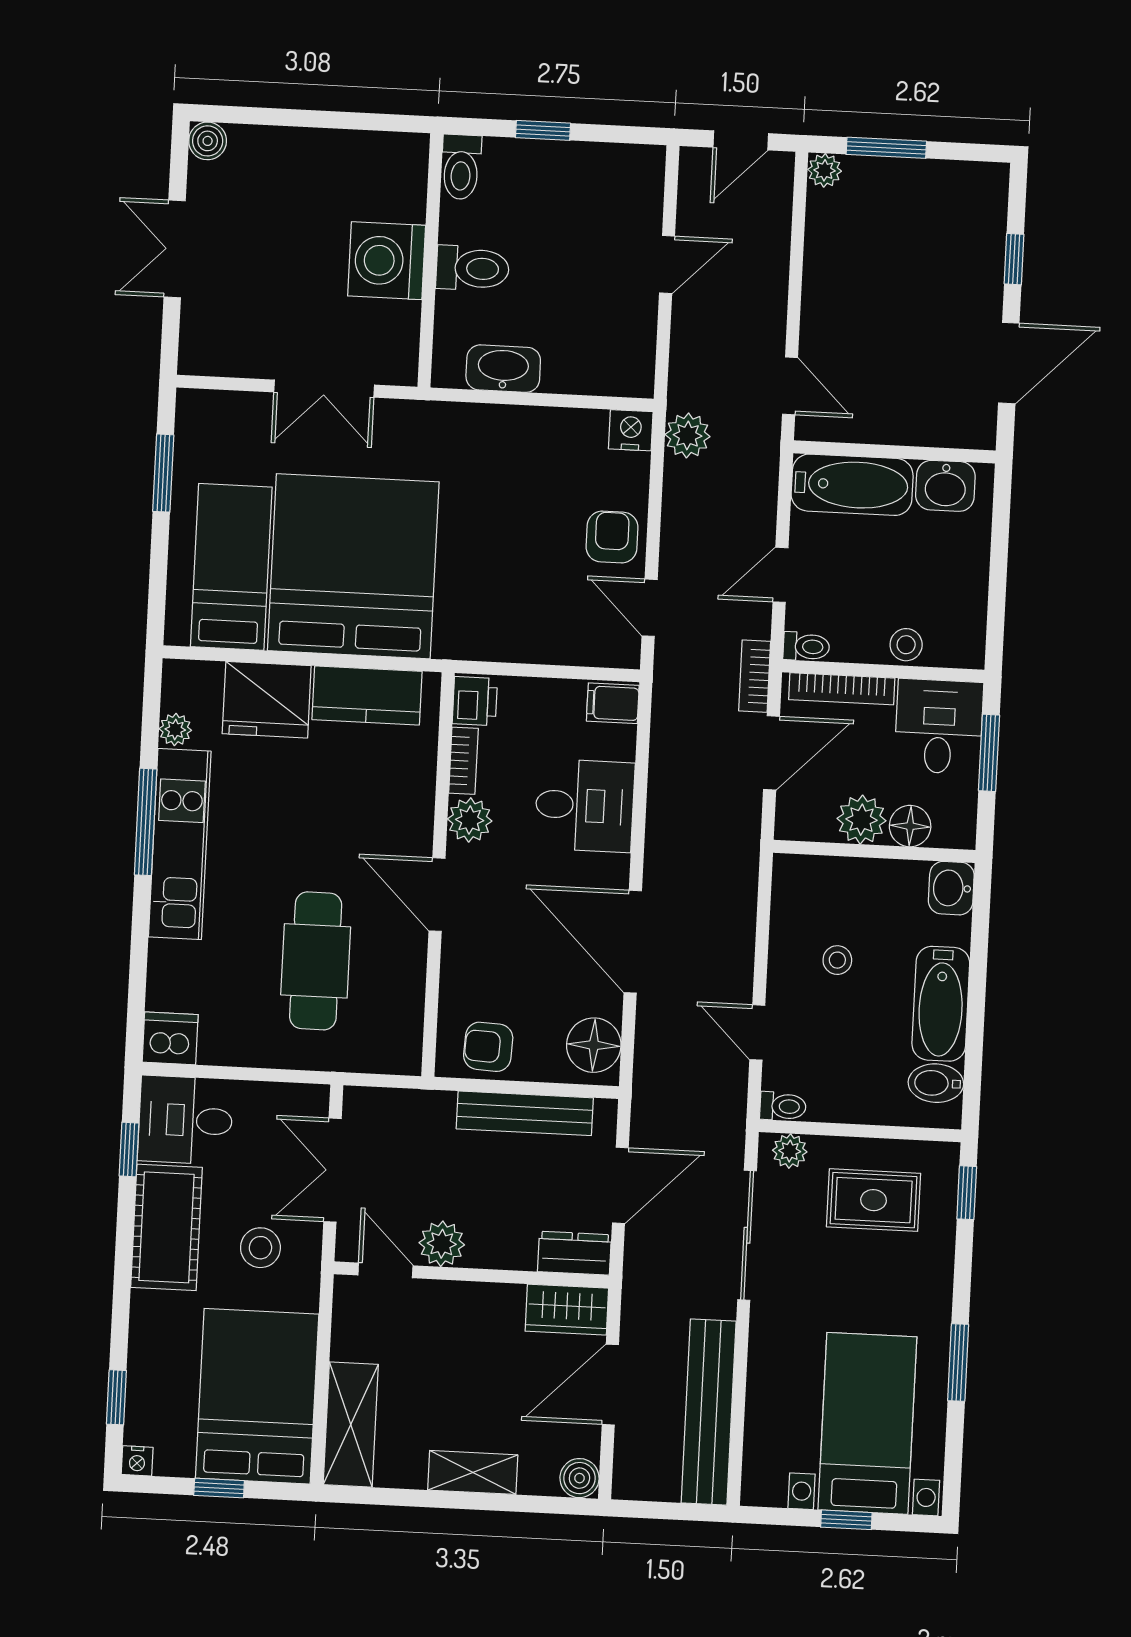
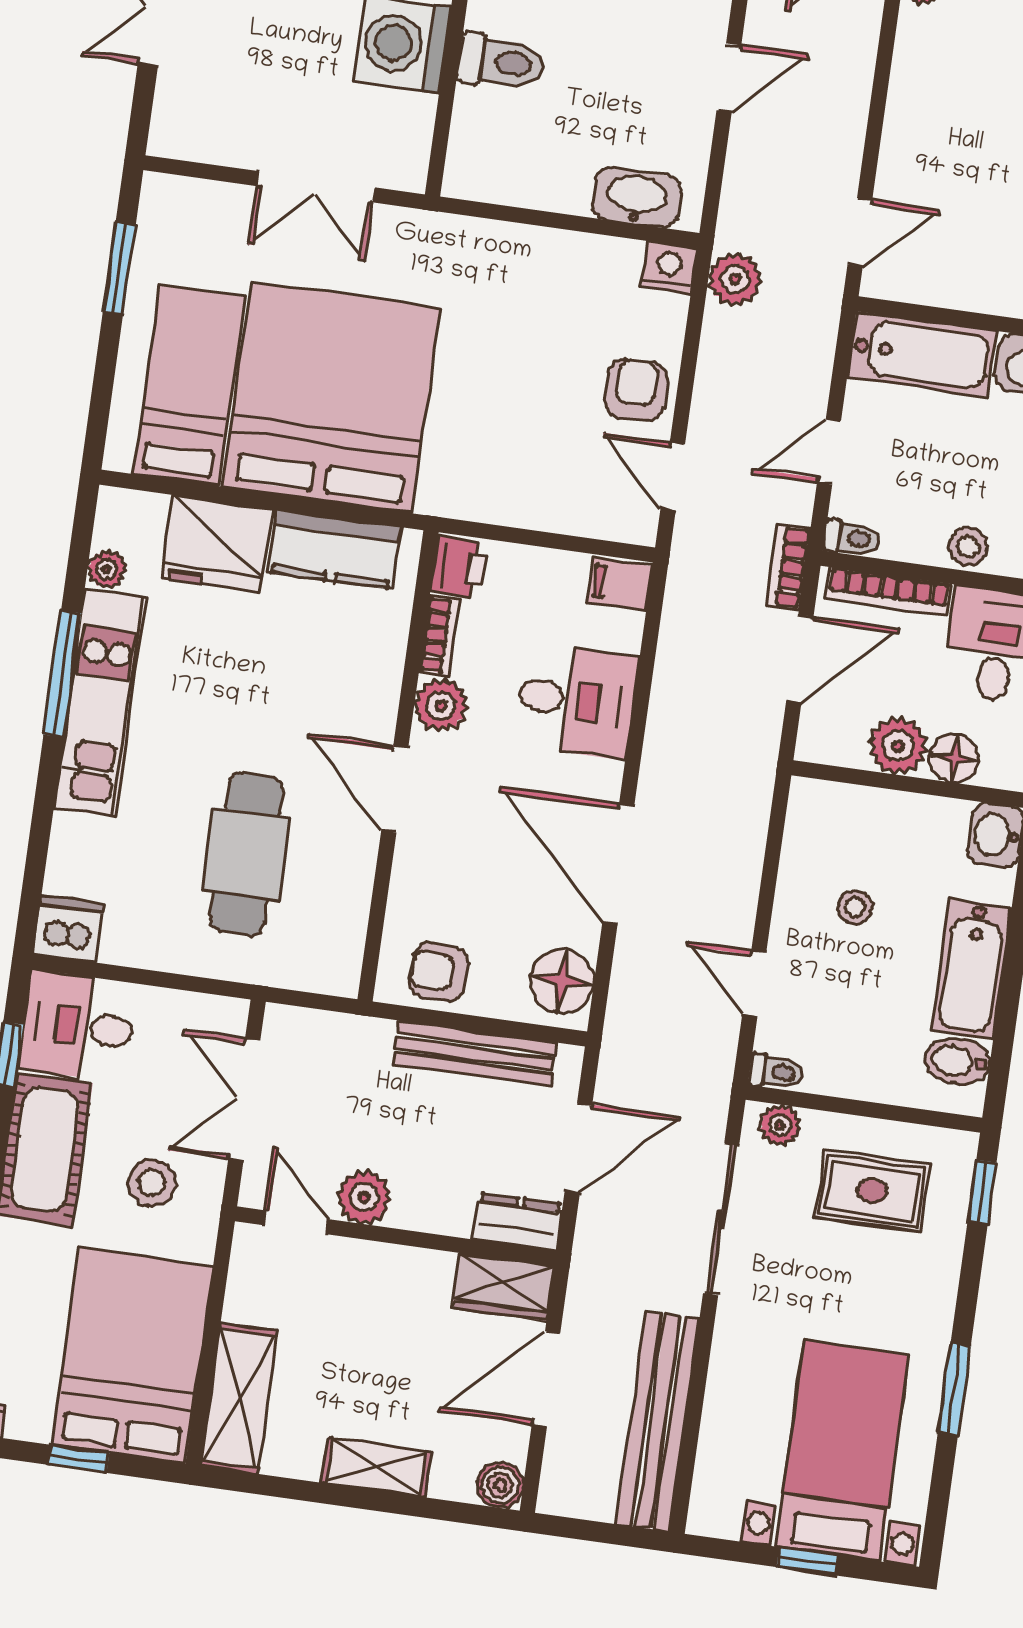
washbasin: (503, 369) -> (637, 198), moved
door: (790, 386) -> (860, 232), hinge flipped

